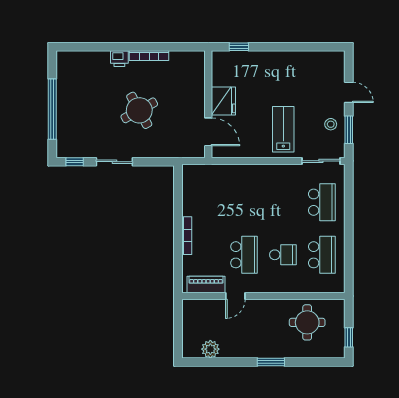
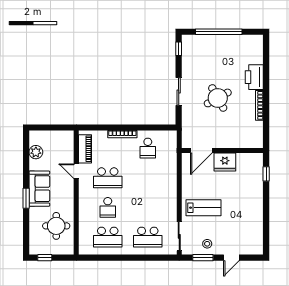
printer: (119, 59) -> (254, 77), width x1.87, depth x1.48
sliding door: (114, 162) -> (179, 91), moved
school desk: (205, 202) -> (148, 148), added
sofa: (258, 345) -> (39, 189), added

